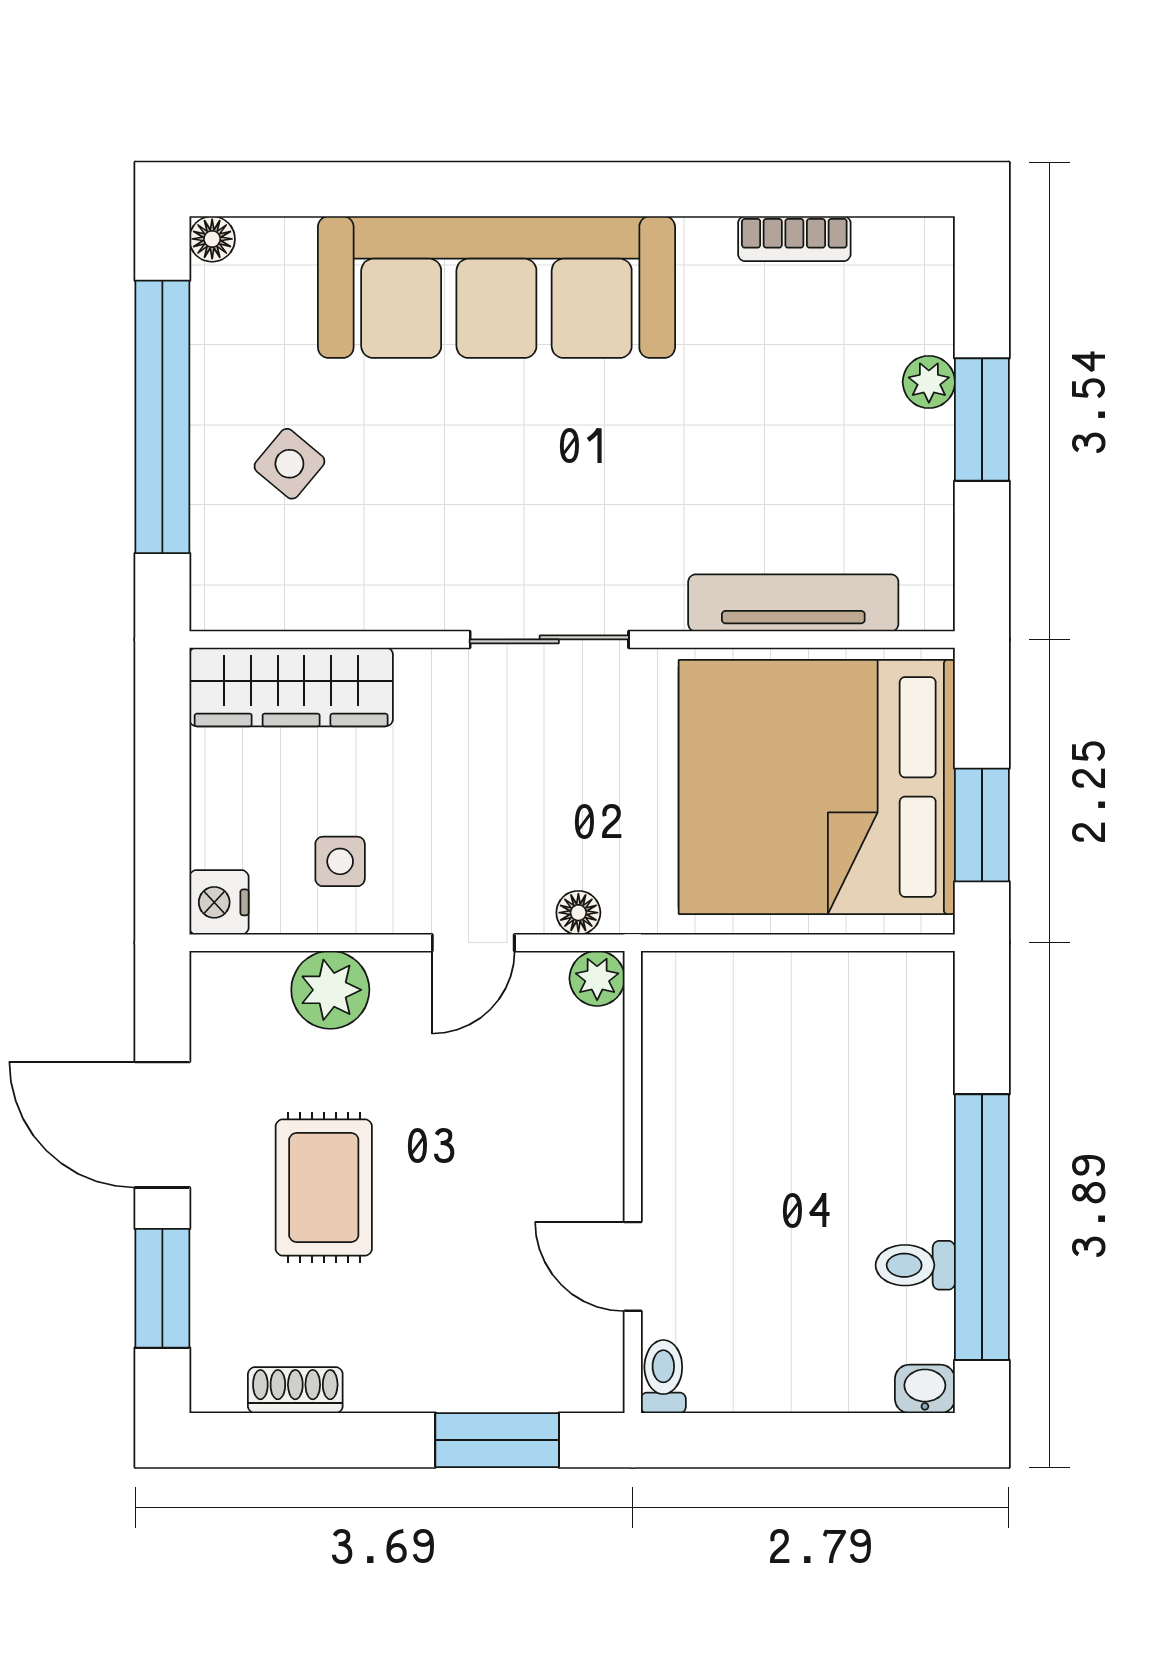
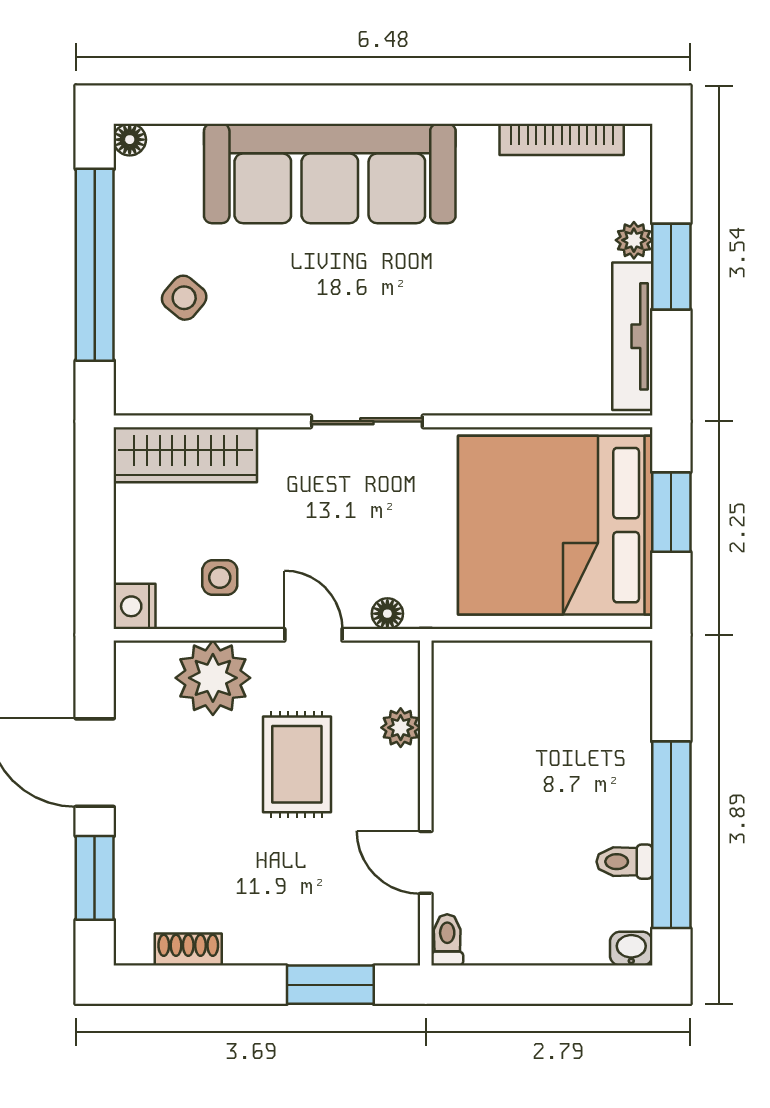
bookcase: (794, 239) -> (562, 139), width x1.56
tv unit: (793, 603) -> (632, 336), moved, turned -90
window: (982, 825) -> (671, 512), moved
door: (473, 943) -> (313, 635), swing flipped
plant: (597, 978) -> (401, 728), moved
plant: (330, 990) -> (213, 678), width x1.36, depth x1.36
rug: (324, 1187) -> (297, 764), moved

